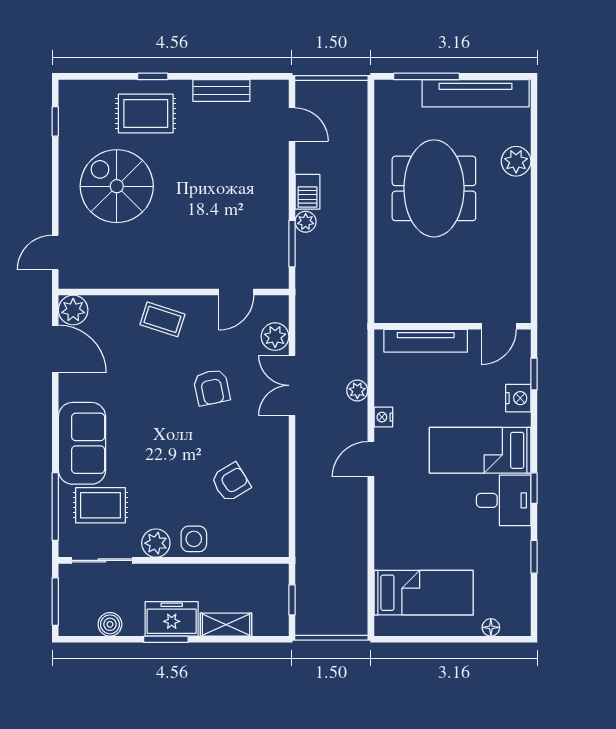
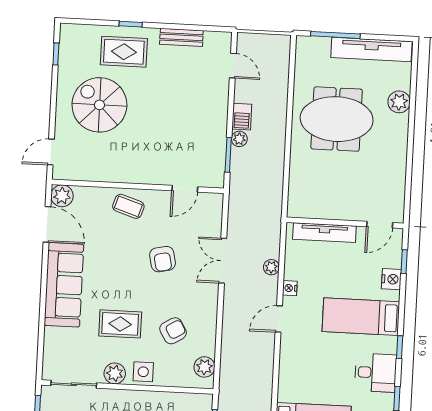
meeting table: (434, 188) -> (337, 119), turned 90
plant: (275, 337) -> (204, 367), moved
sofa: (82, 443) -> (64, 285), width x1.36
desk: (504, 500) -> (376, 373), moved
rug: (100, 505) -> (120, 324), moved
window: (55, 507) -> (41, 342), removed

